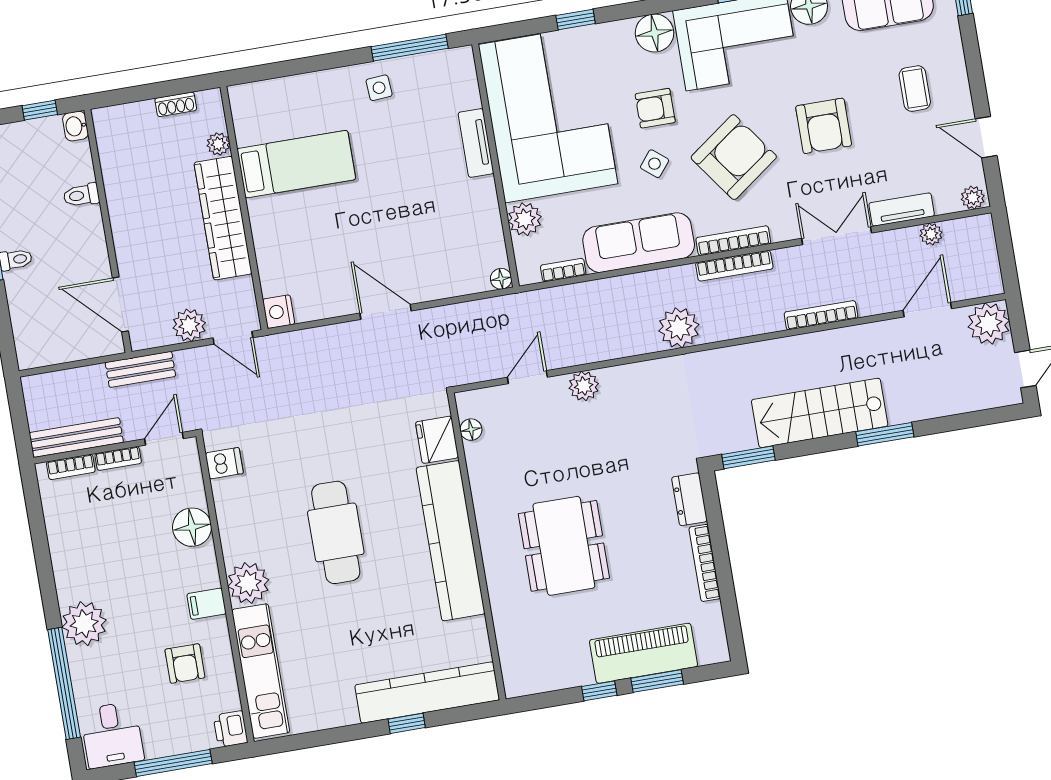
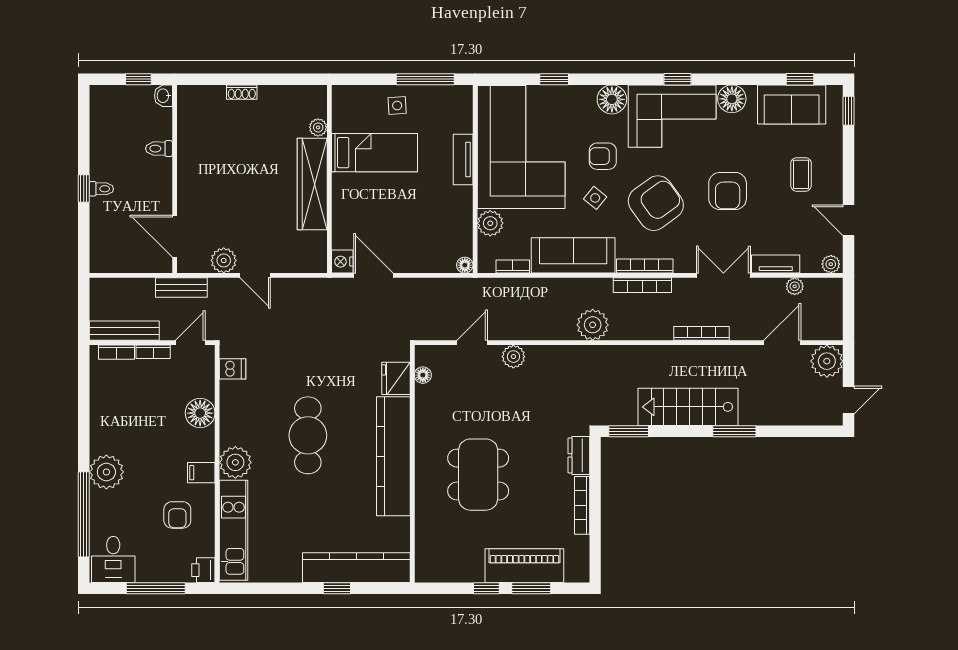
plant: (218, 144) -> (318, 127), moved
bed: (296, 164) -> (374, 153), moved
wall: (244, 208) -> (329, 179), moved
wardrobe: (223, 218) -> (312, 184), moved
nightstand: (279, 312) -> (342, 262), moved

